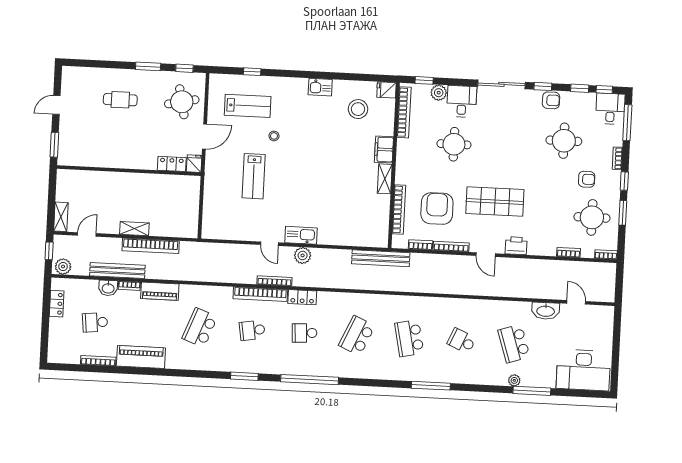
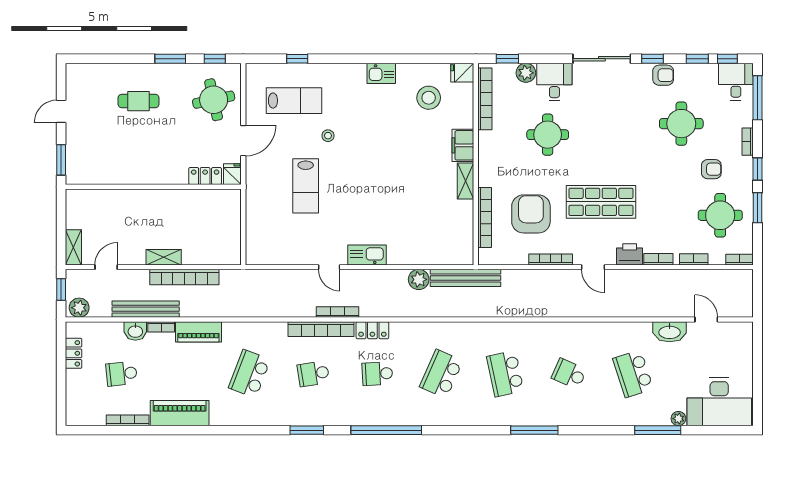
bookcase: (420, 245) -> (658, 259), moved
plant: (303, 255) -> (419, 279), moved
plant: (514, 380) -> (678, 419), moved

